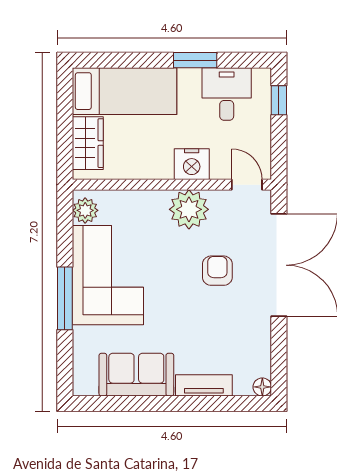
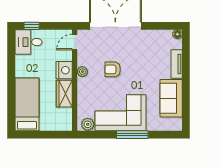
window: (195, 60) -> (11, 68), removed
desk: (227, 94) -> (28, 42), moved
wardrobe: (88, 143) -> (64, 94), moved, turned -90
plant: (189, 209) -> (82, 72), width x0.53, depth x0.53
armchair: (217, 271) -> (113, 69), moved

